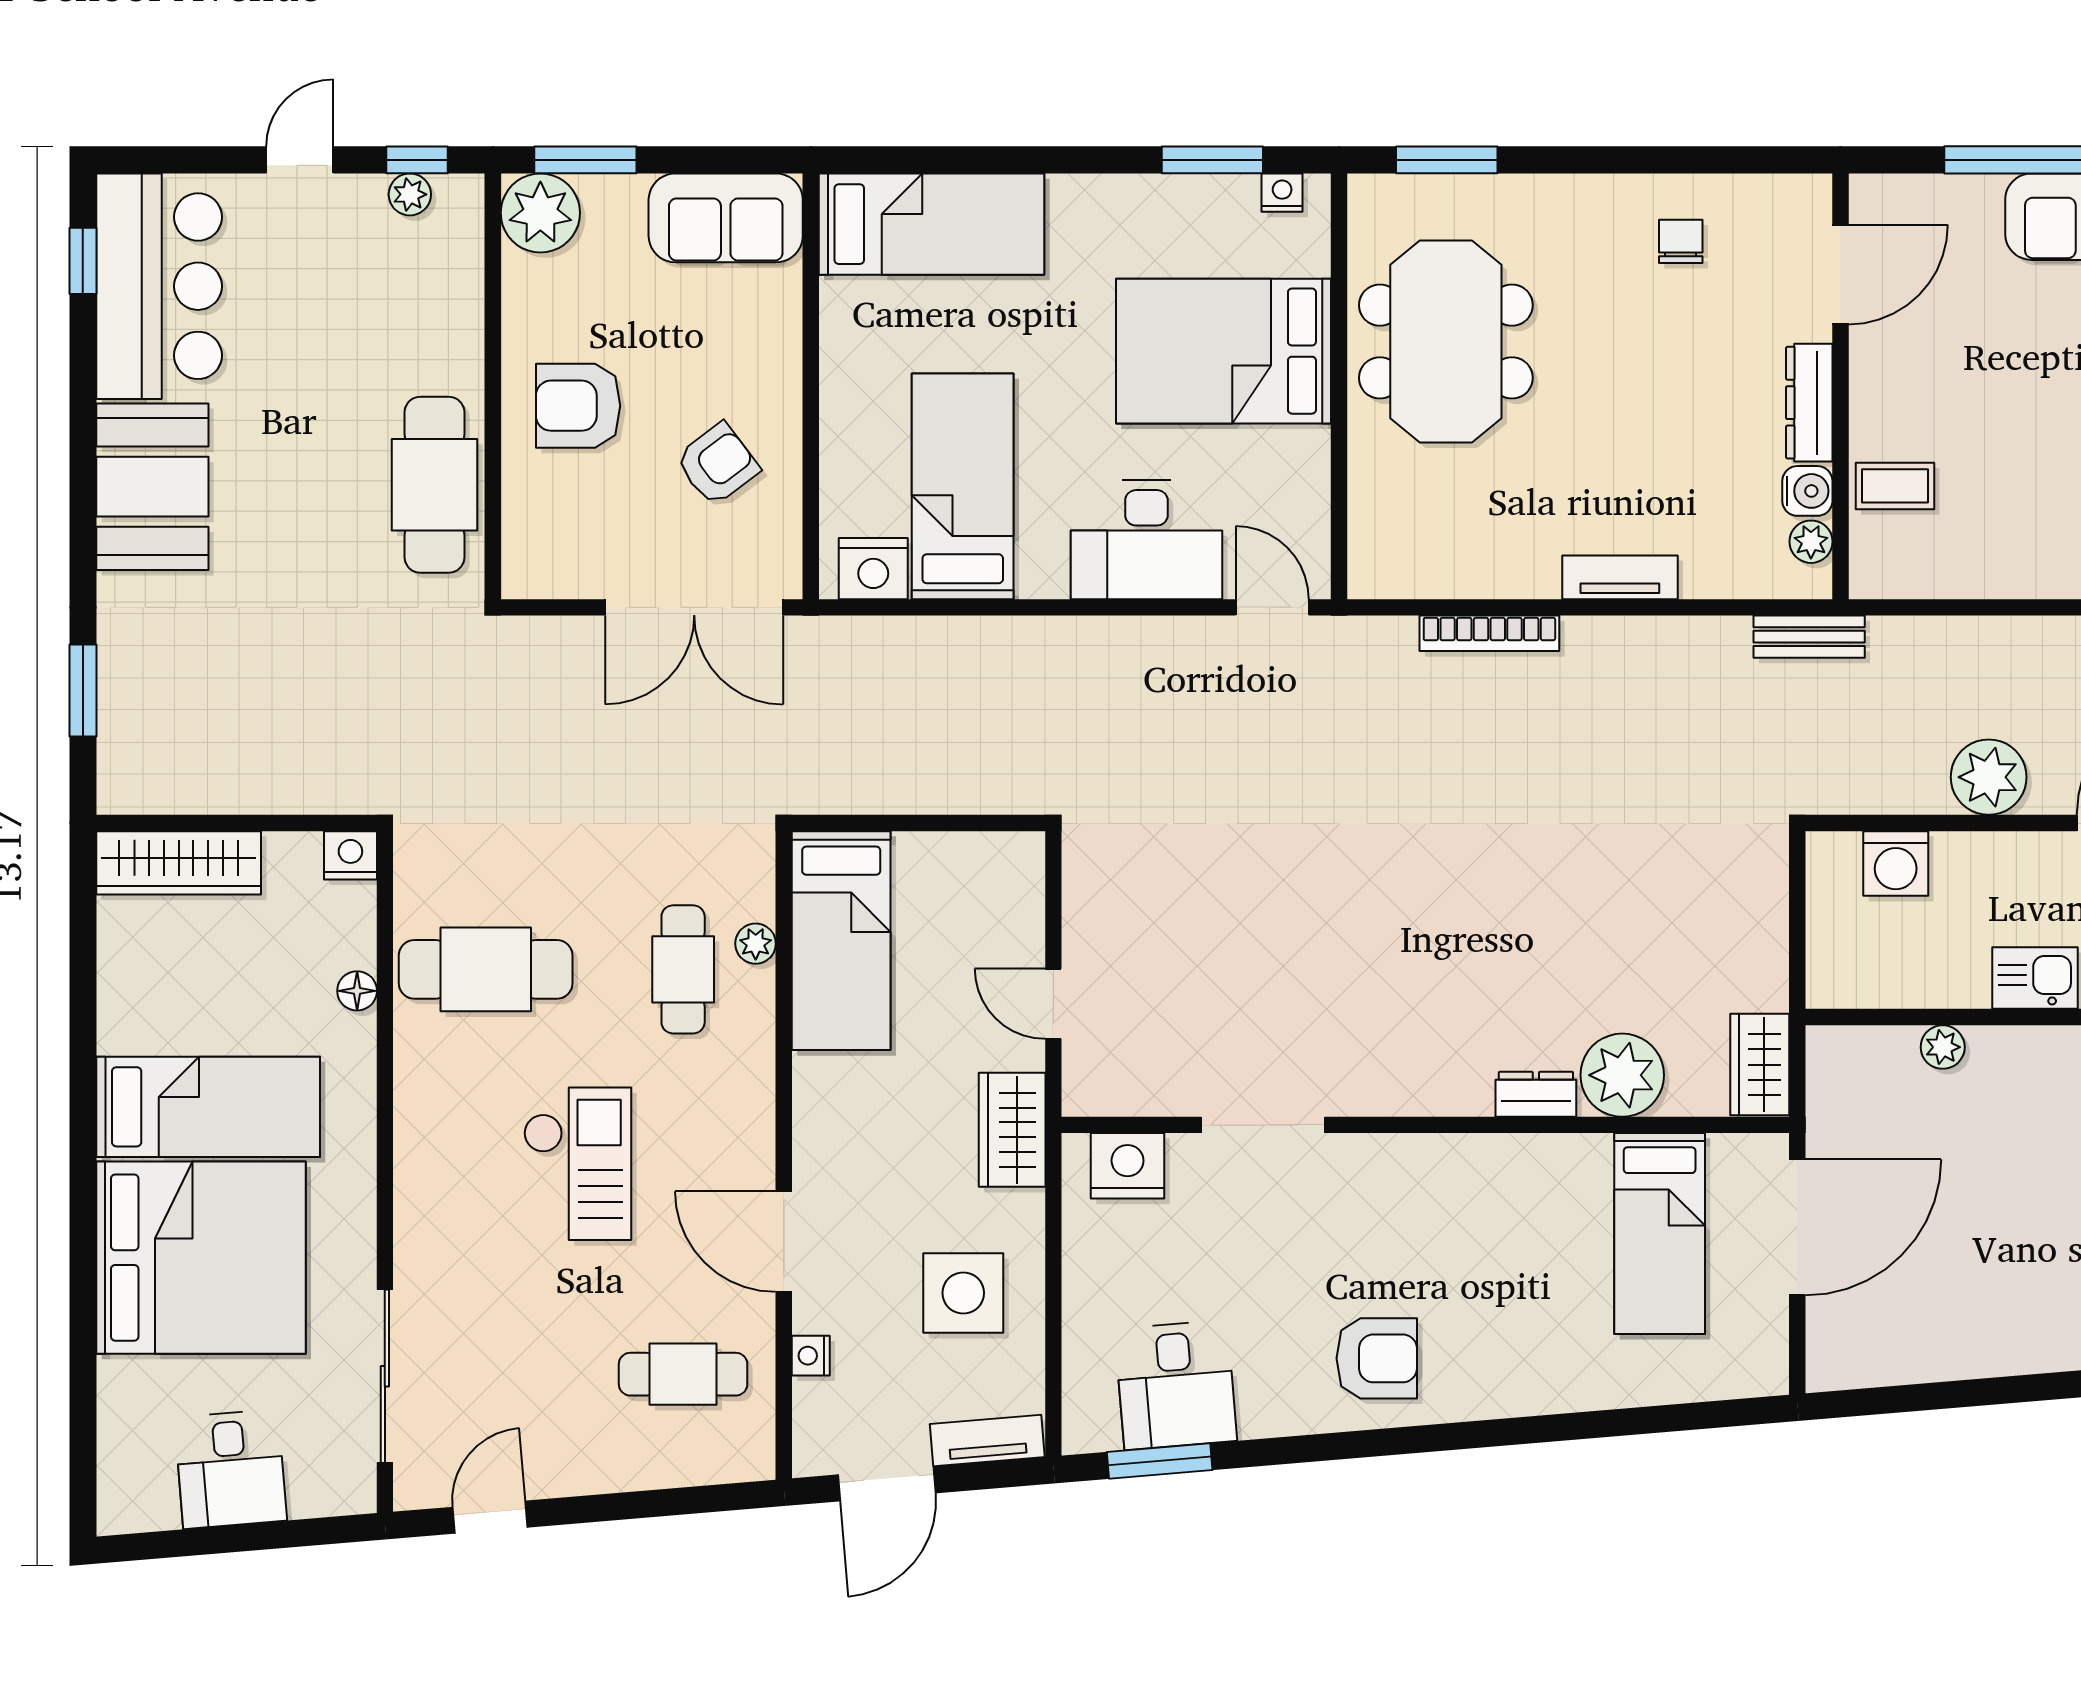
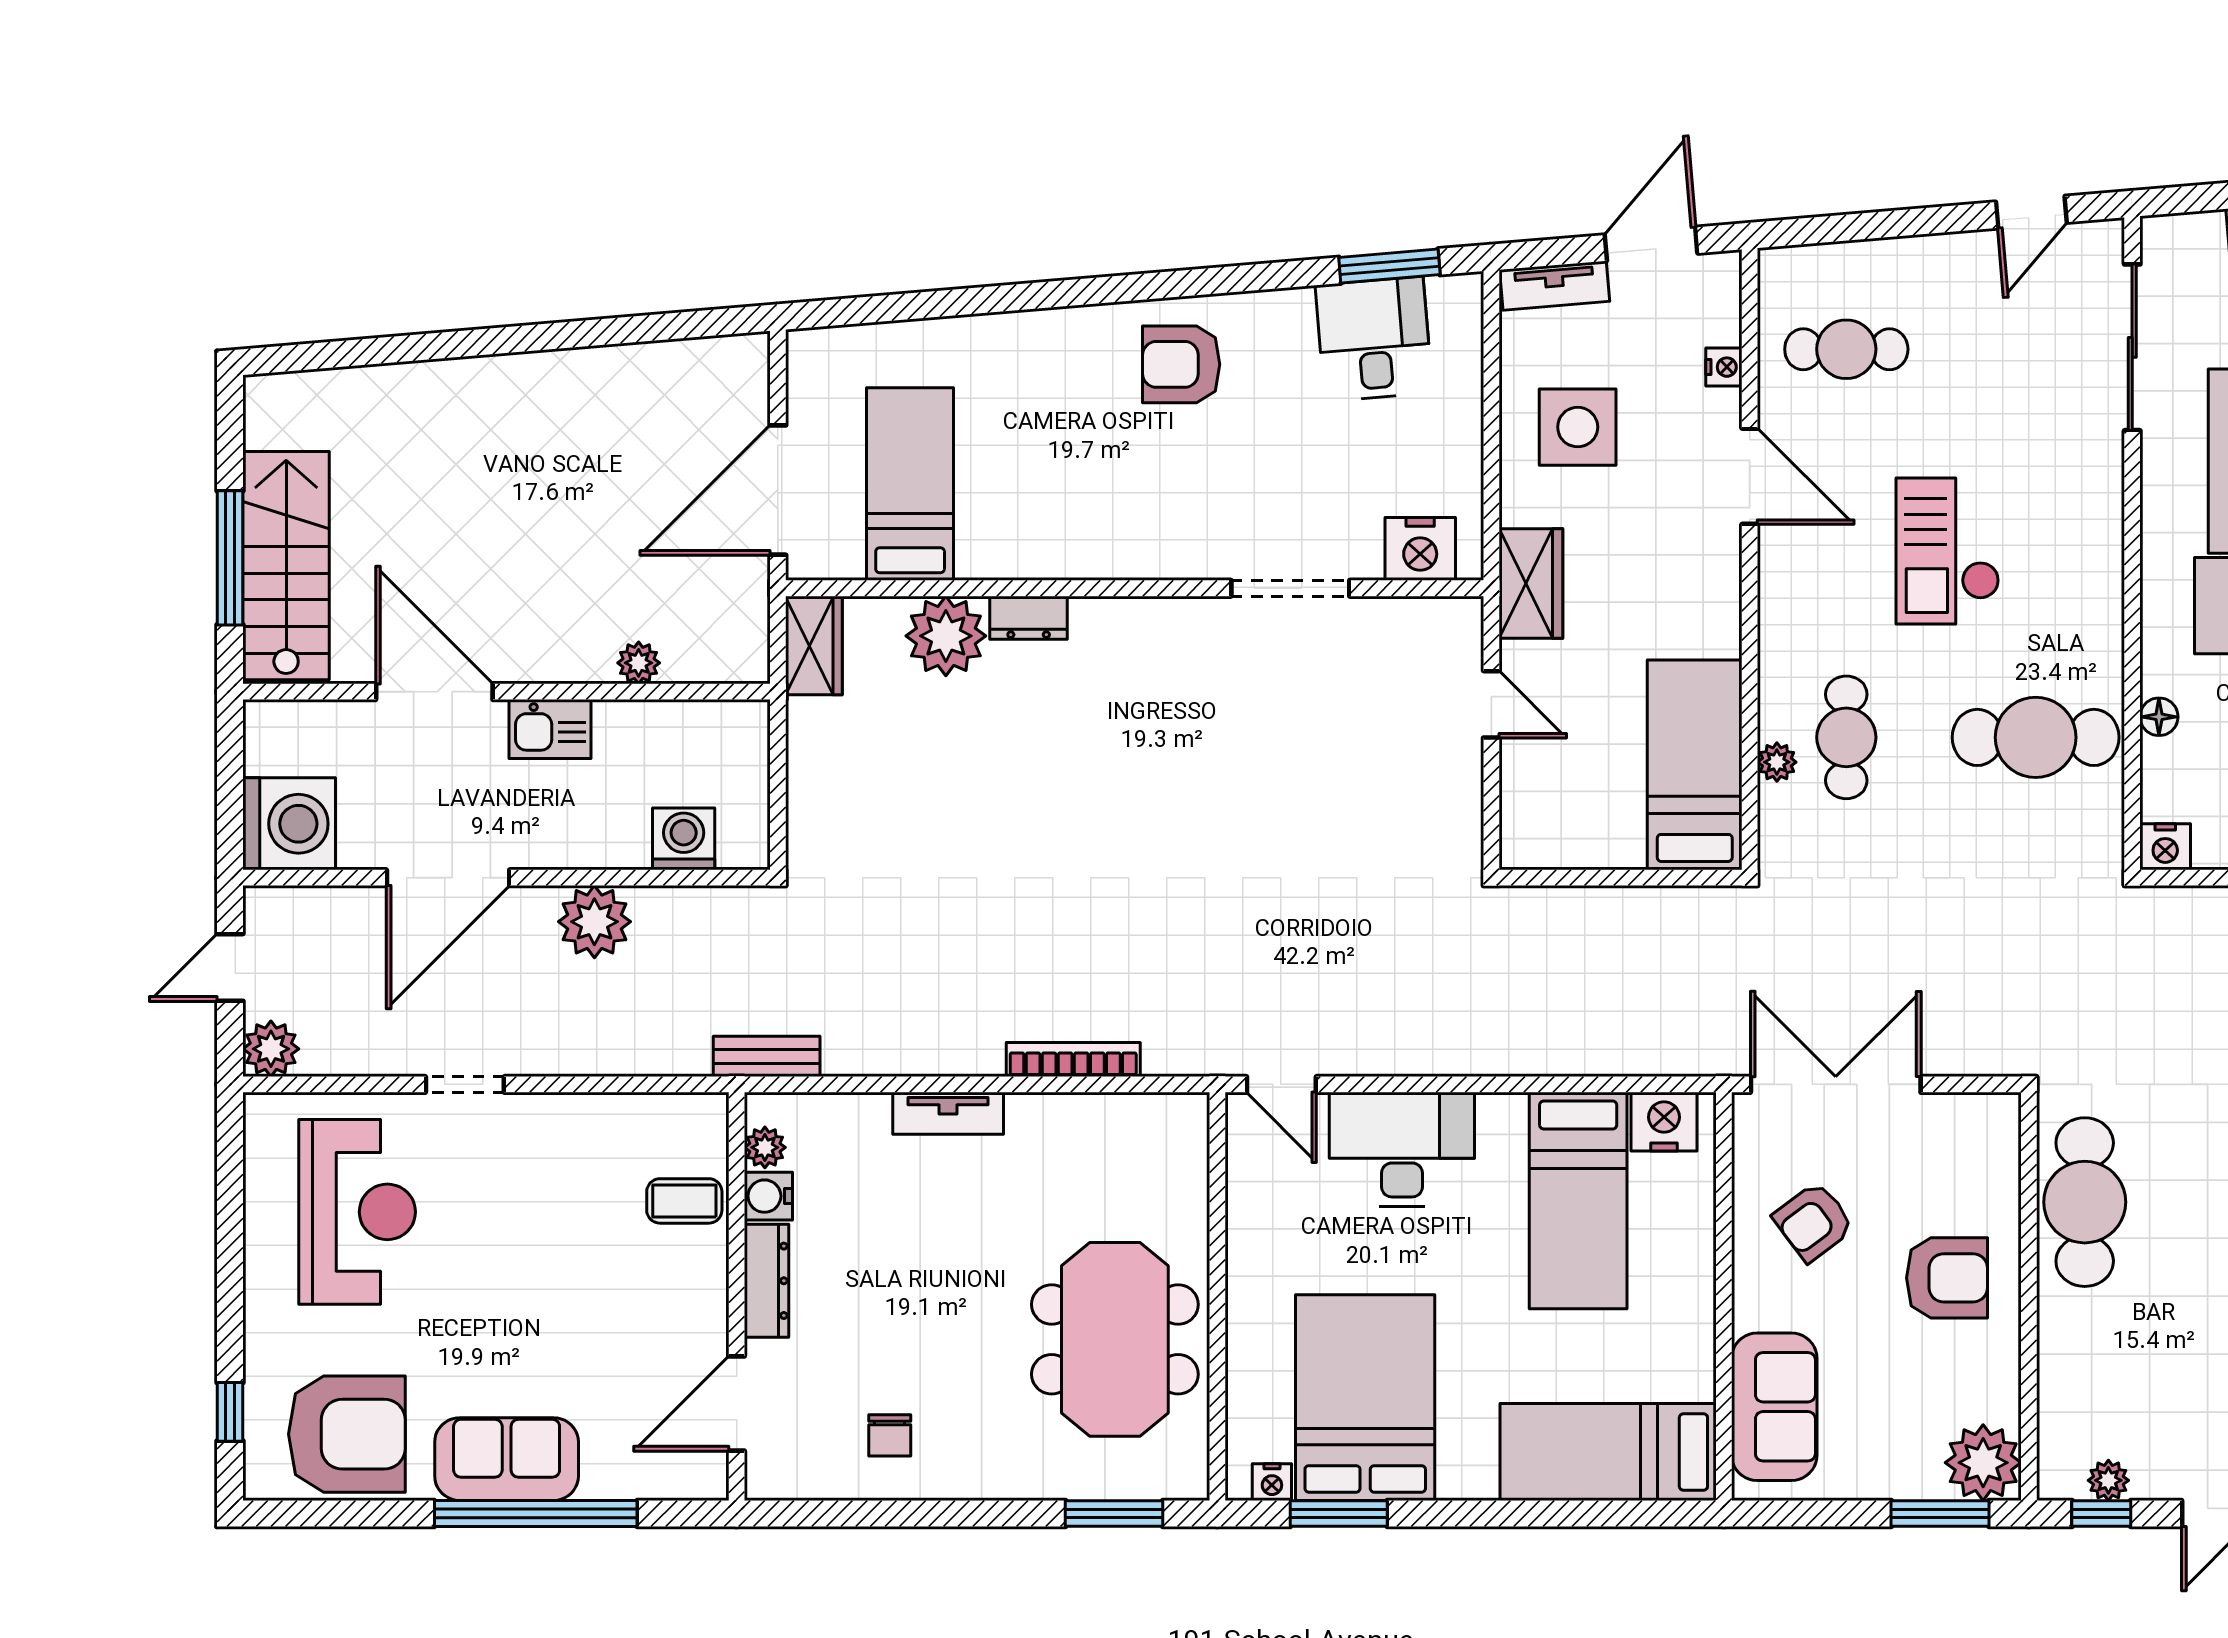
sofa: (726, 218) -> (1774, 1407), moved, turned 90
bed: (1224, 351) -> (1365, 1398), moved, turned -90

